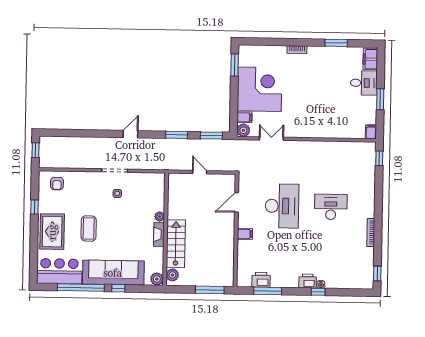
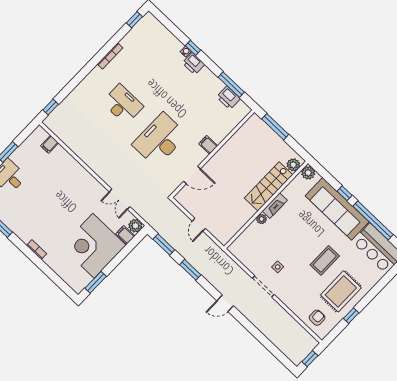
filing cabinet: (371, 132) -> (50, 144), moved
desk: (331, 207) -> (123, 104), turned 180
rug: (52, 232) -> (341, 291), moved

